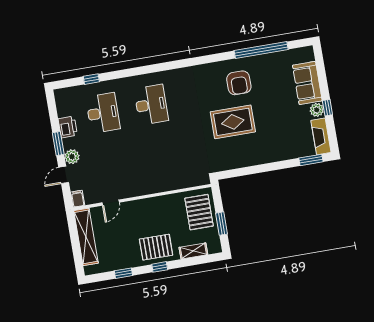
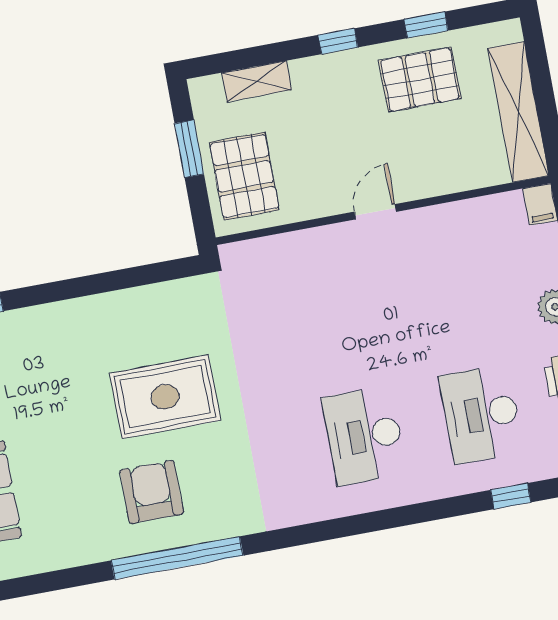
window: (261, 50) -> (177, 558), moved
door: (111, 203) -> (375, 212), moved
pallet: (156, 247) -> (420, 80), moved

